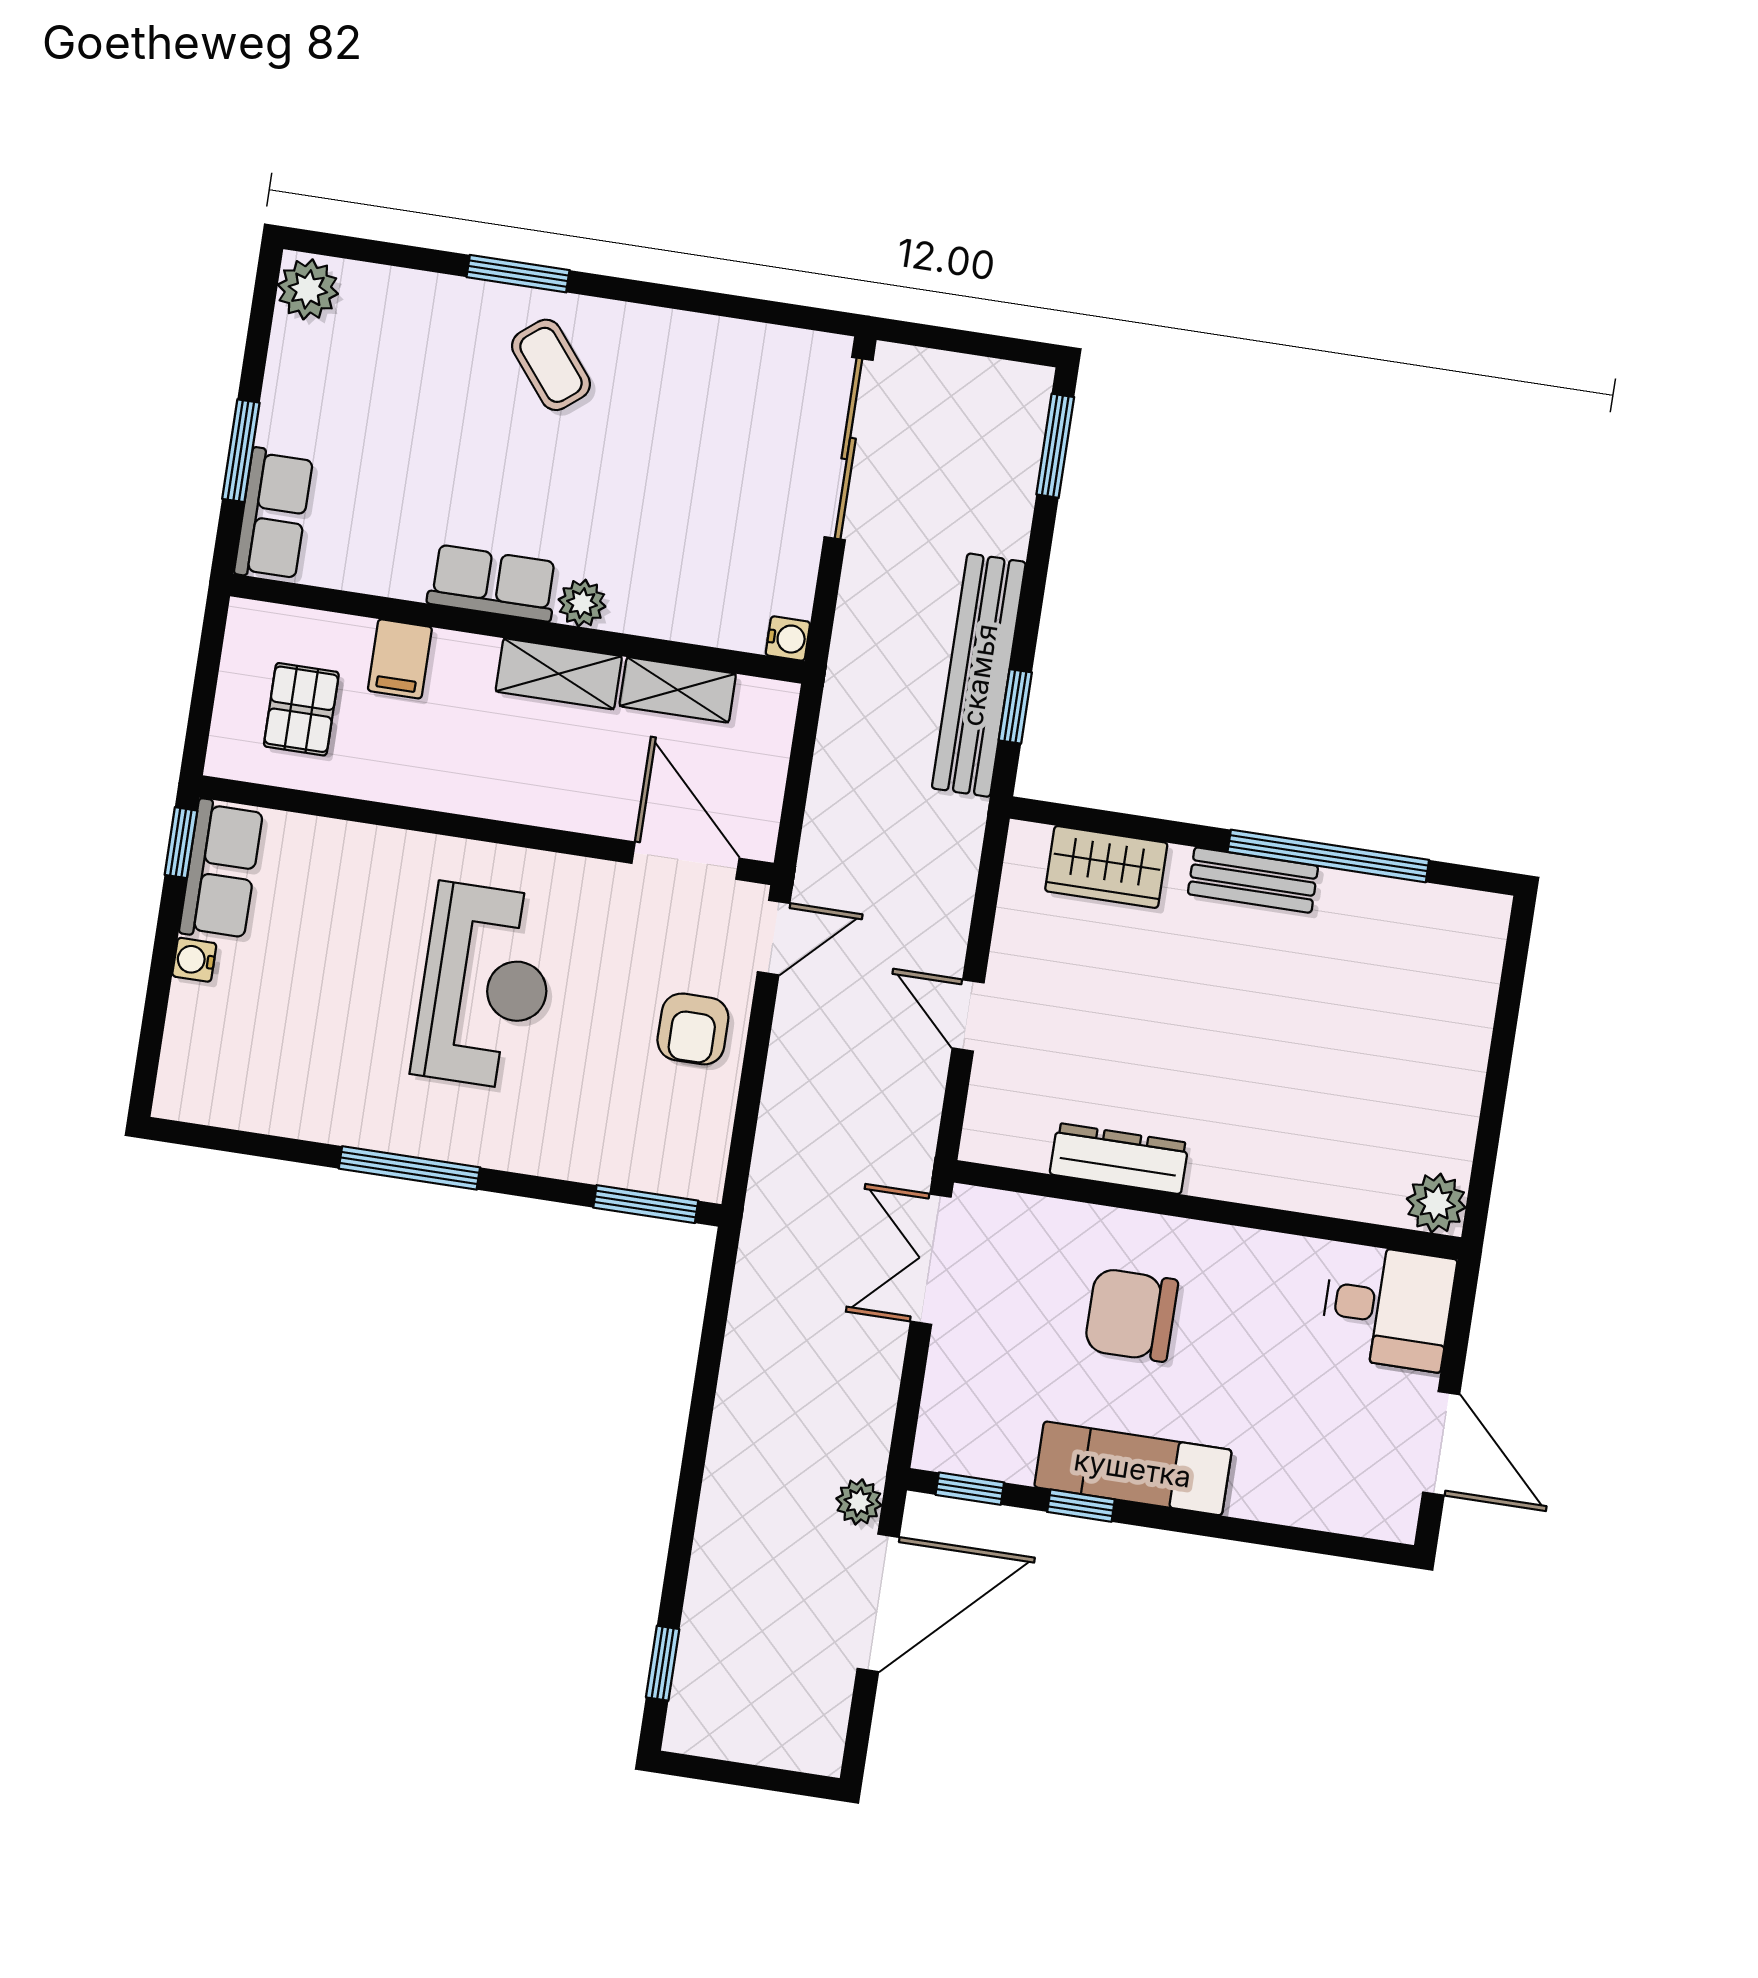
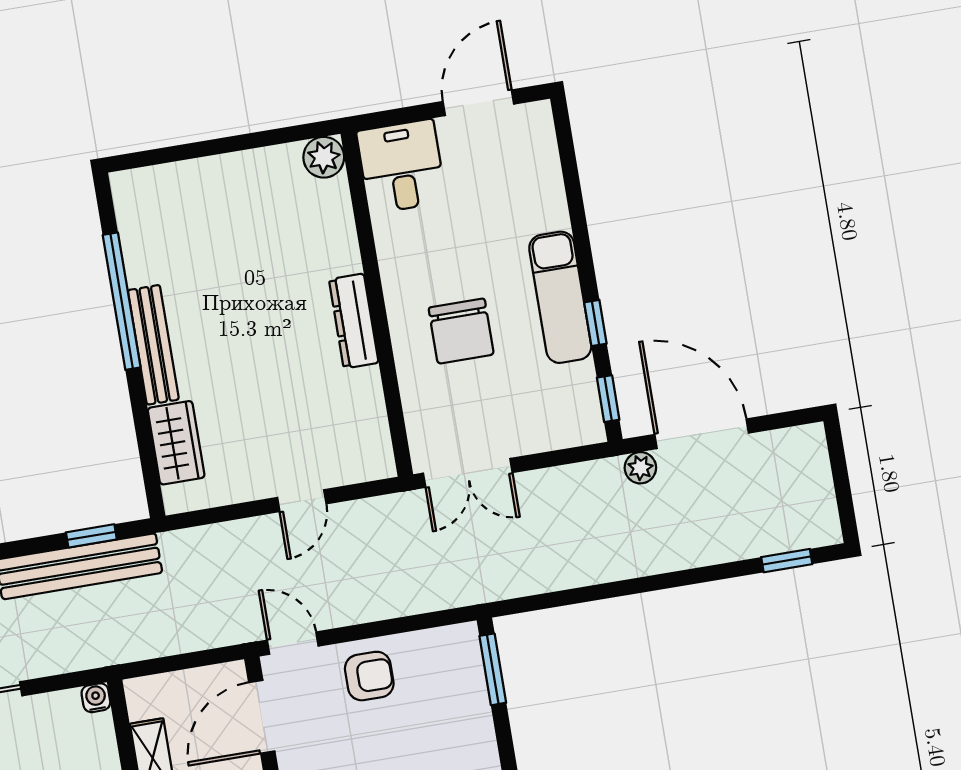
bench: (1253, 880) -> (153, 345), width x1.36
dresser: (1119, 1159) -> (354, 321), moved

